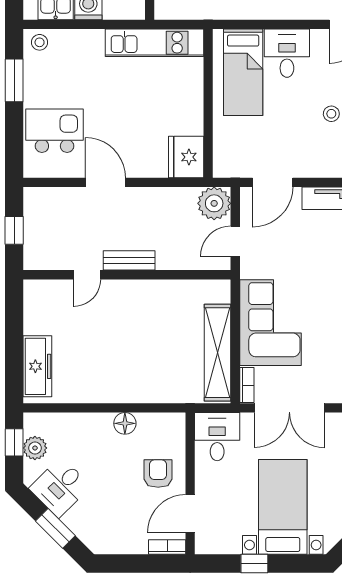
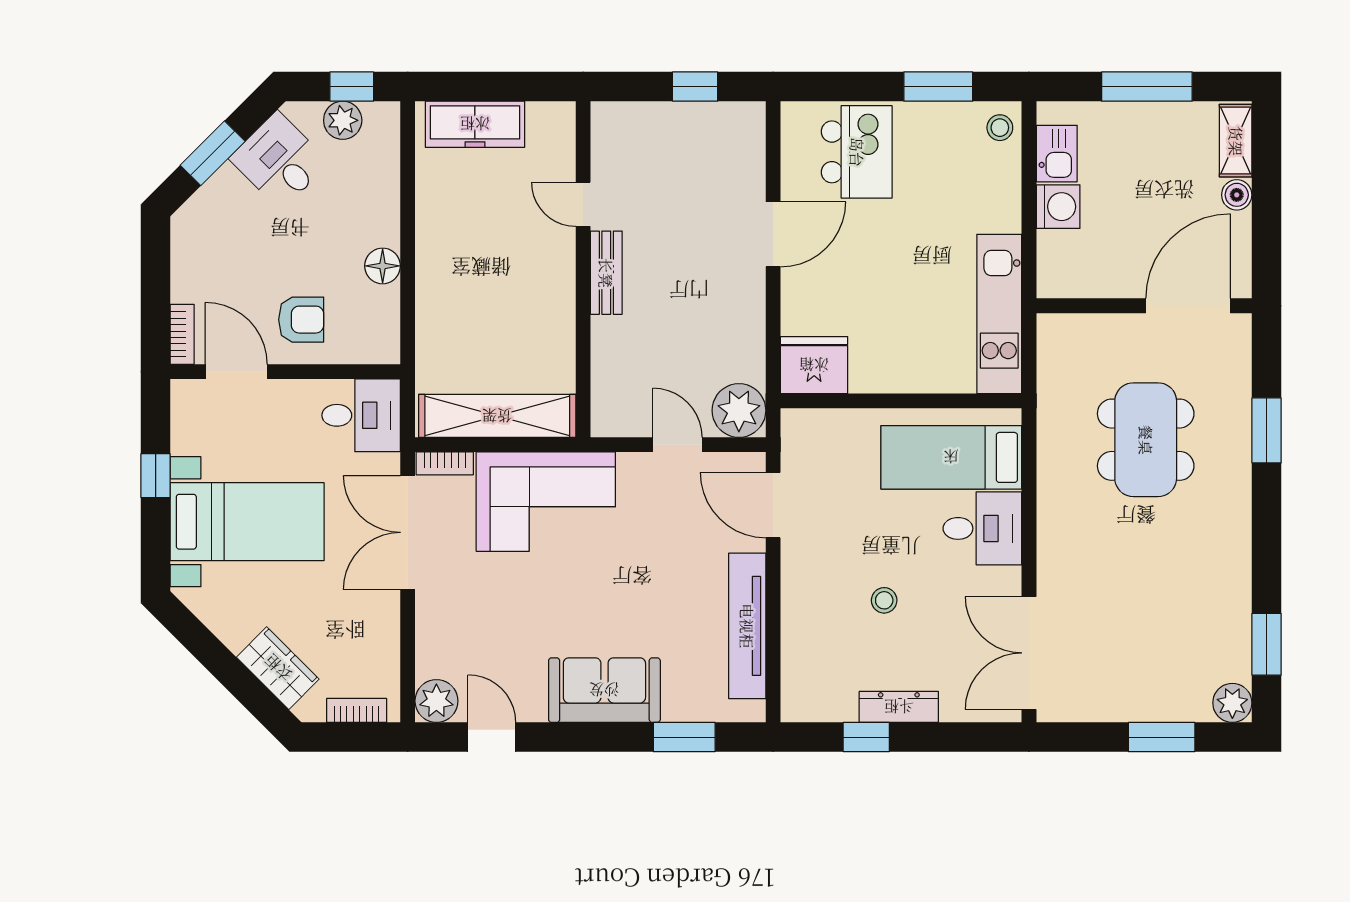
bench: (129, 260) -> (606, 273), moved
door: (87, 275) -> (583, 204), moved
wall: (127, 275) -> (583, 269), moved

